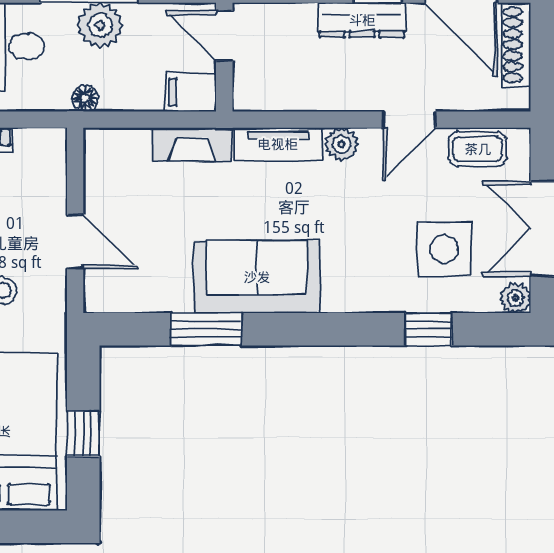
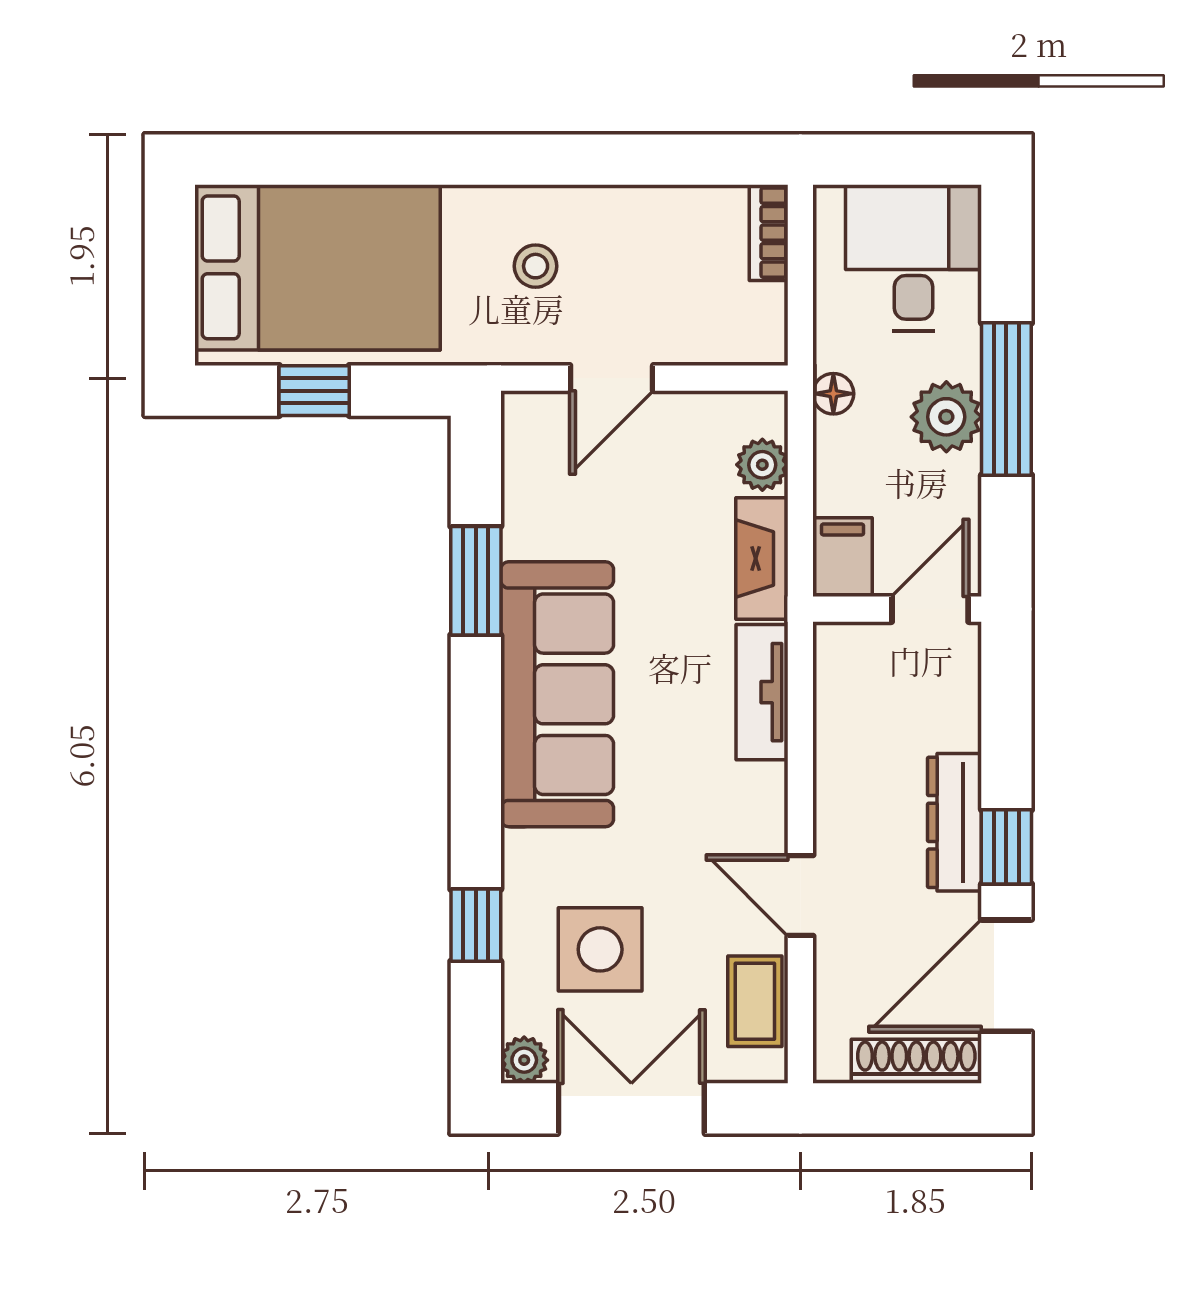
plant: (341, 144) -> (762, 465), moved
sofa: (257, 277) -> (557, 694), width x1.36

